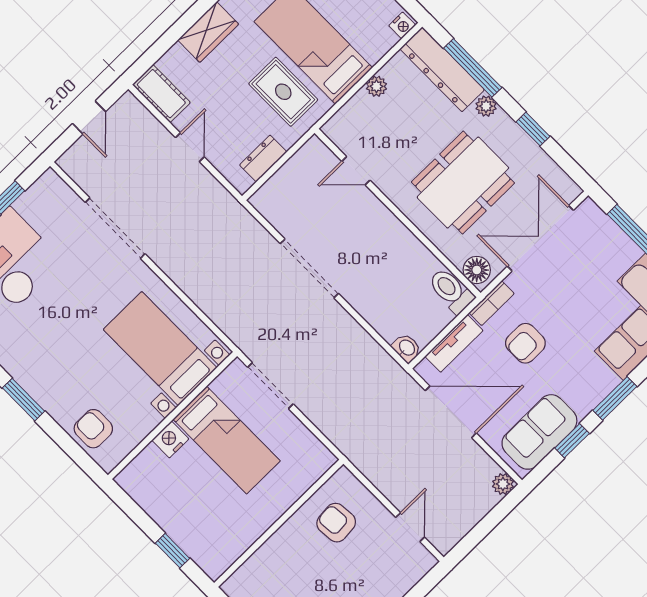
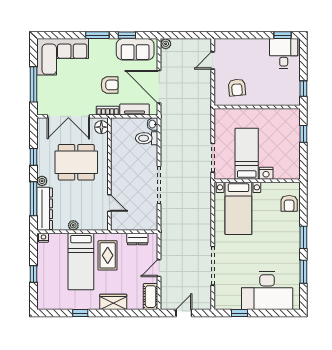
toilet: (451, 291) -> (147, 138), moved, turned 90

